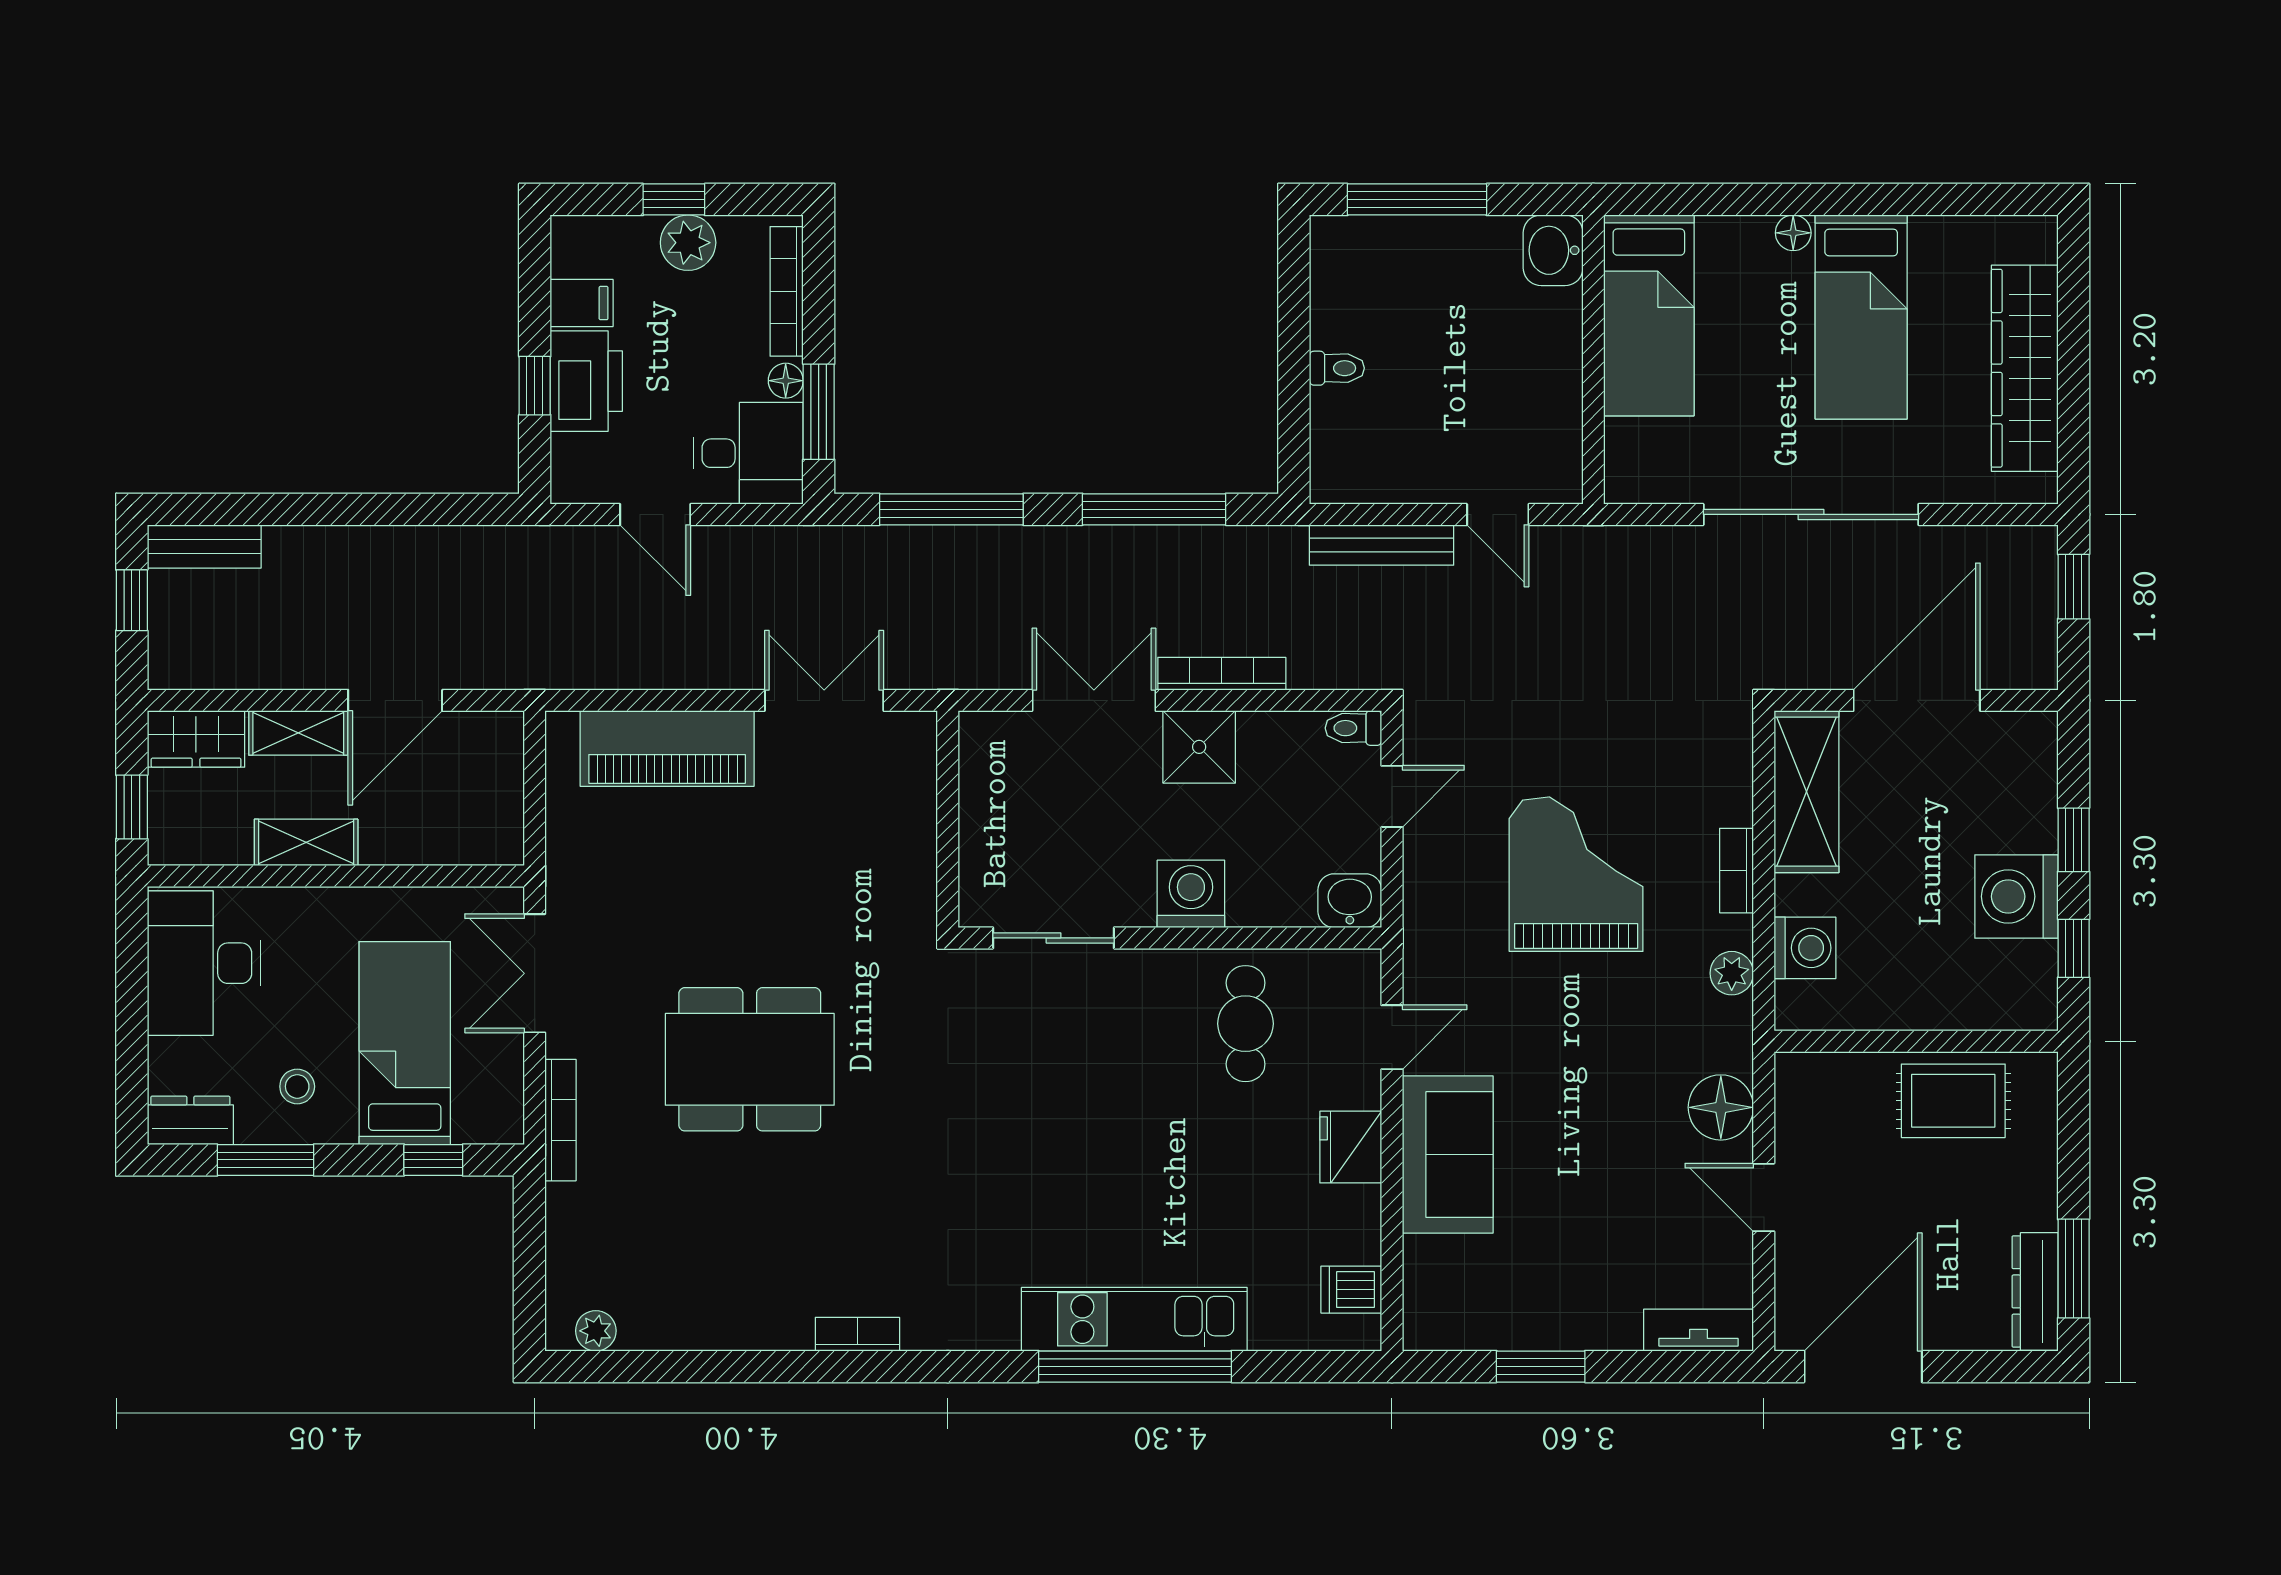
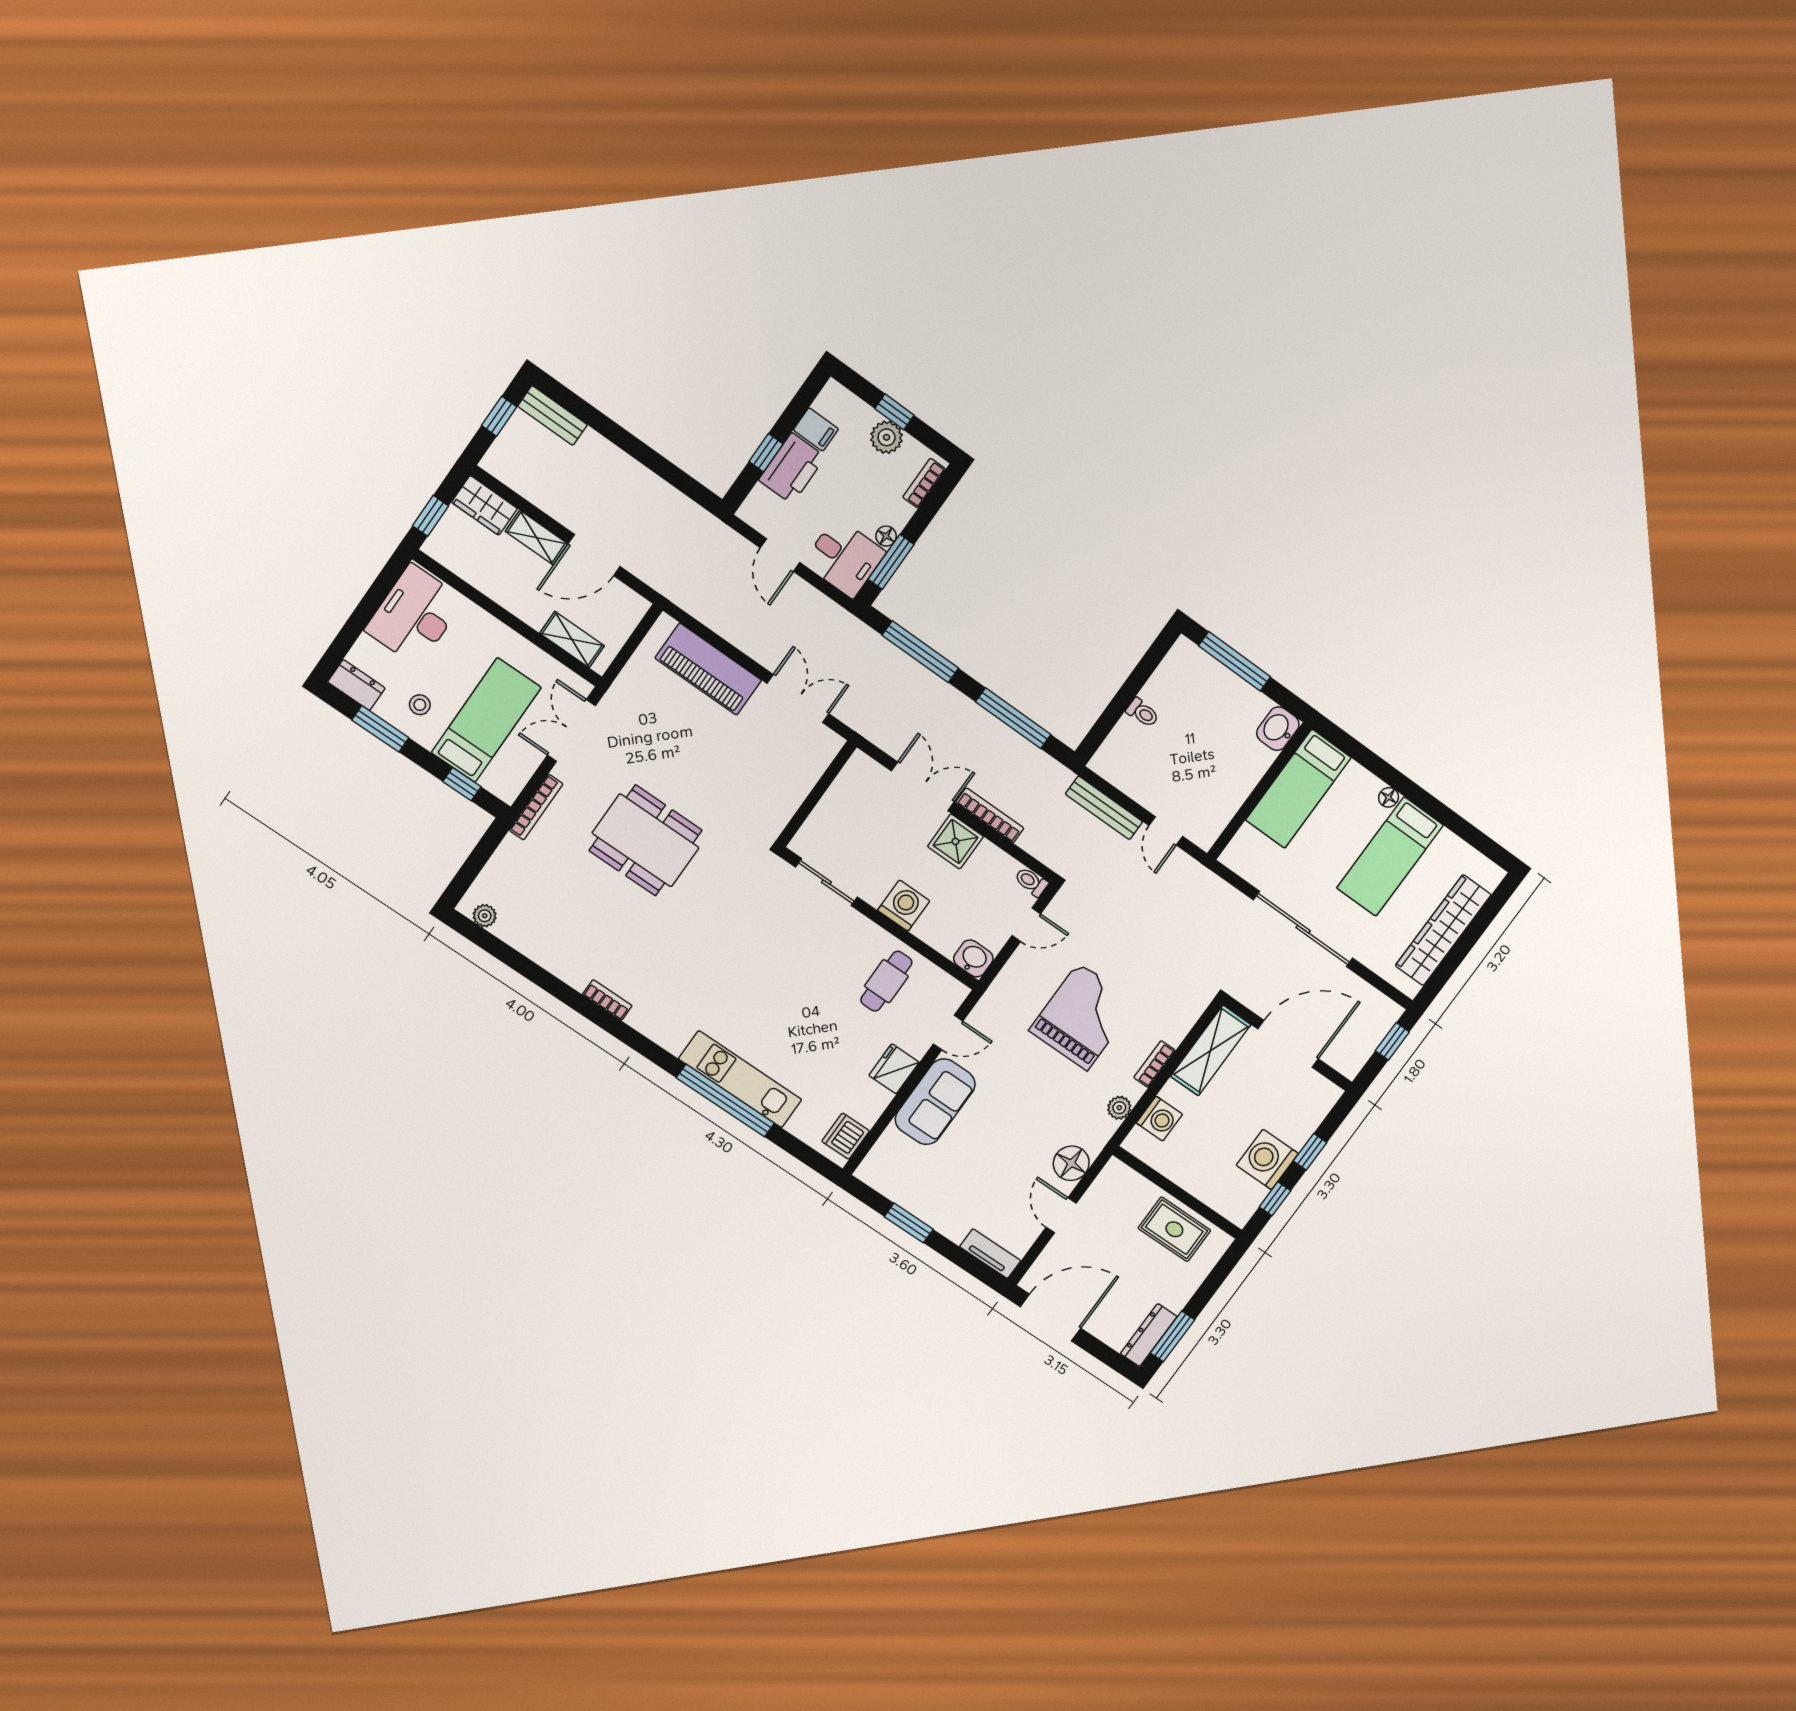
bookcase: (787, 291) -> (924, 483), width x0.64
shelving: (306, 842) -> (572, 640), moved
dishwasher: (1351, 1290) -> (846, 1136), width x1.38

